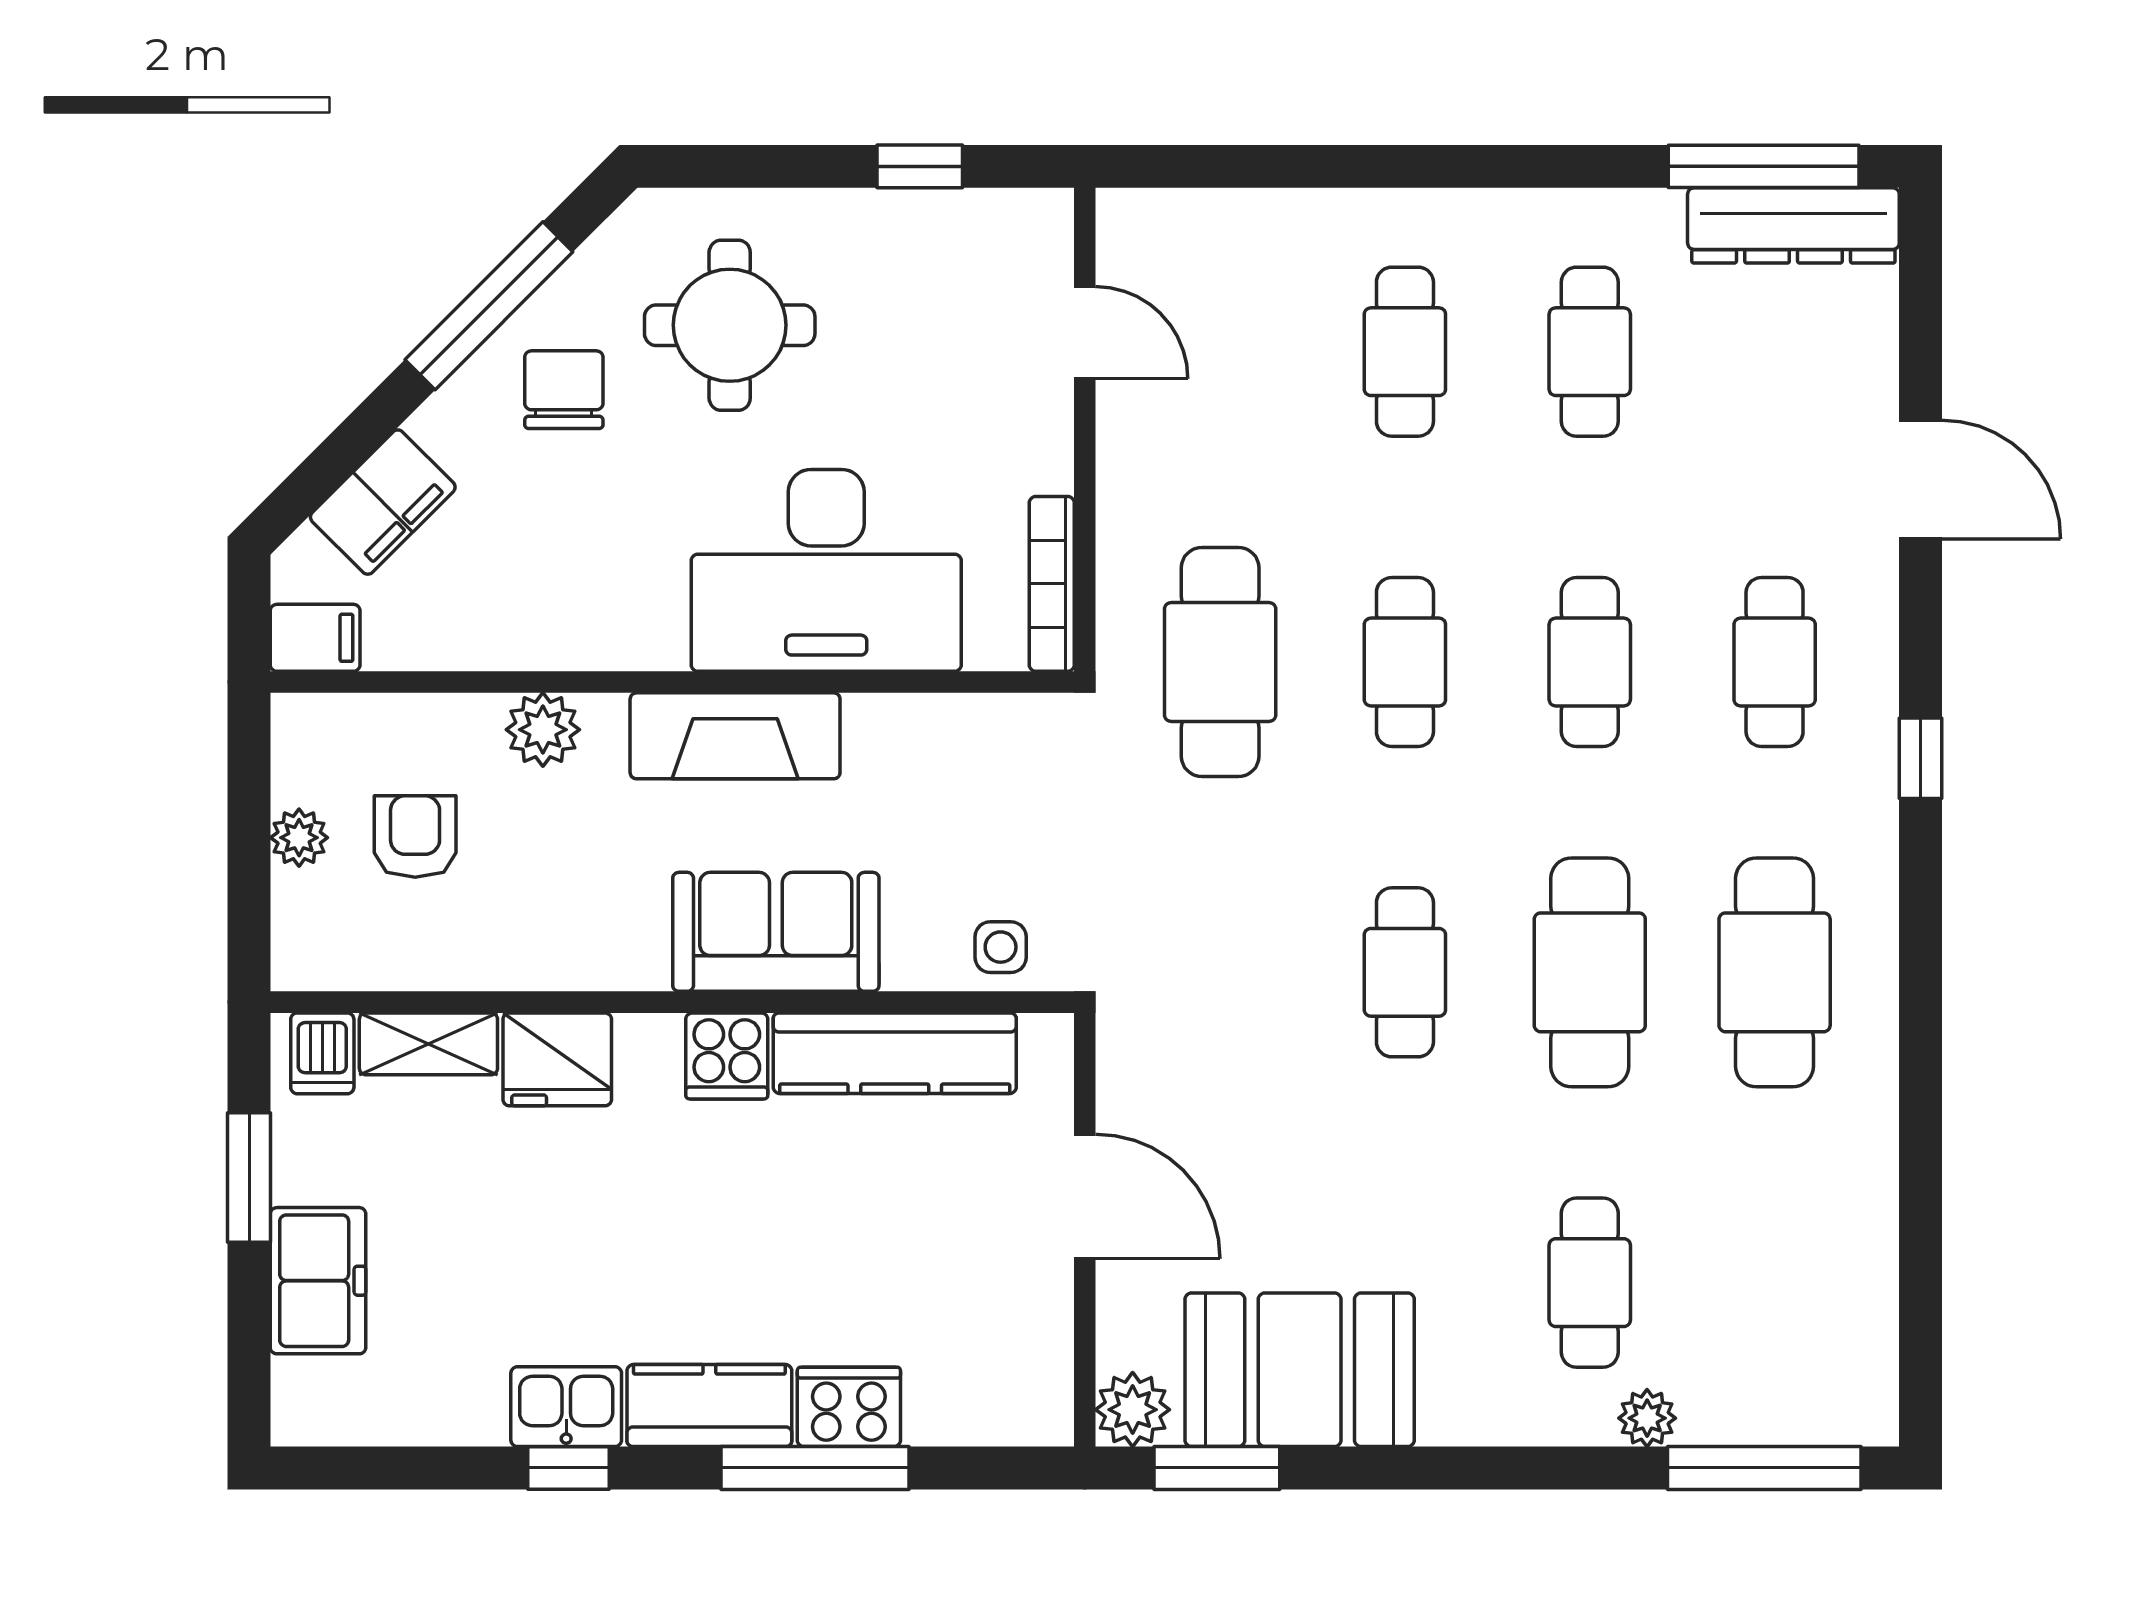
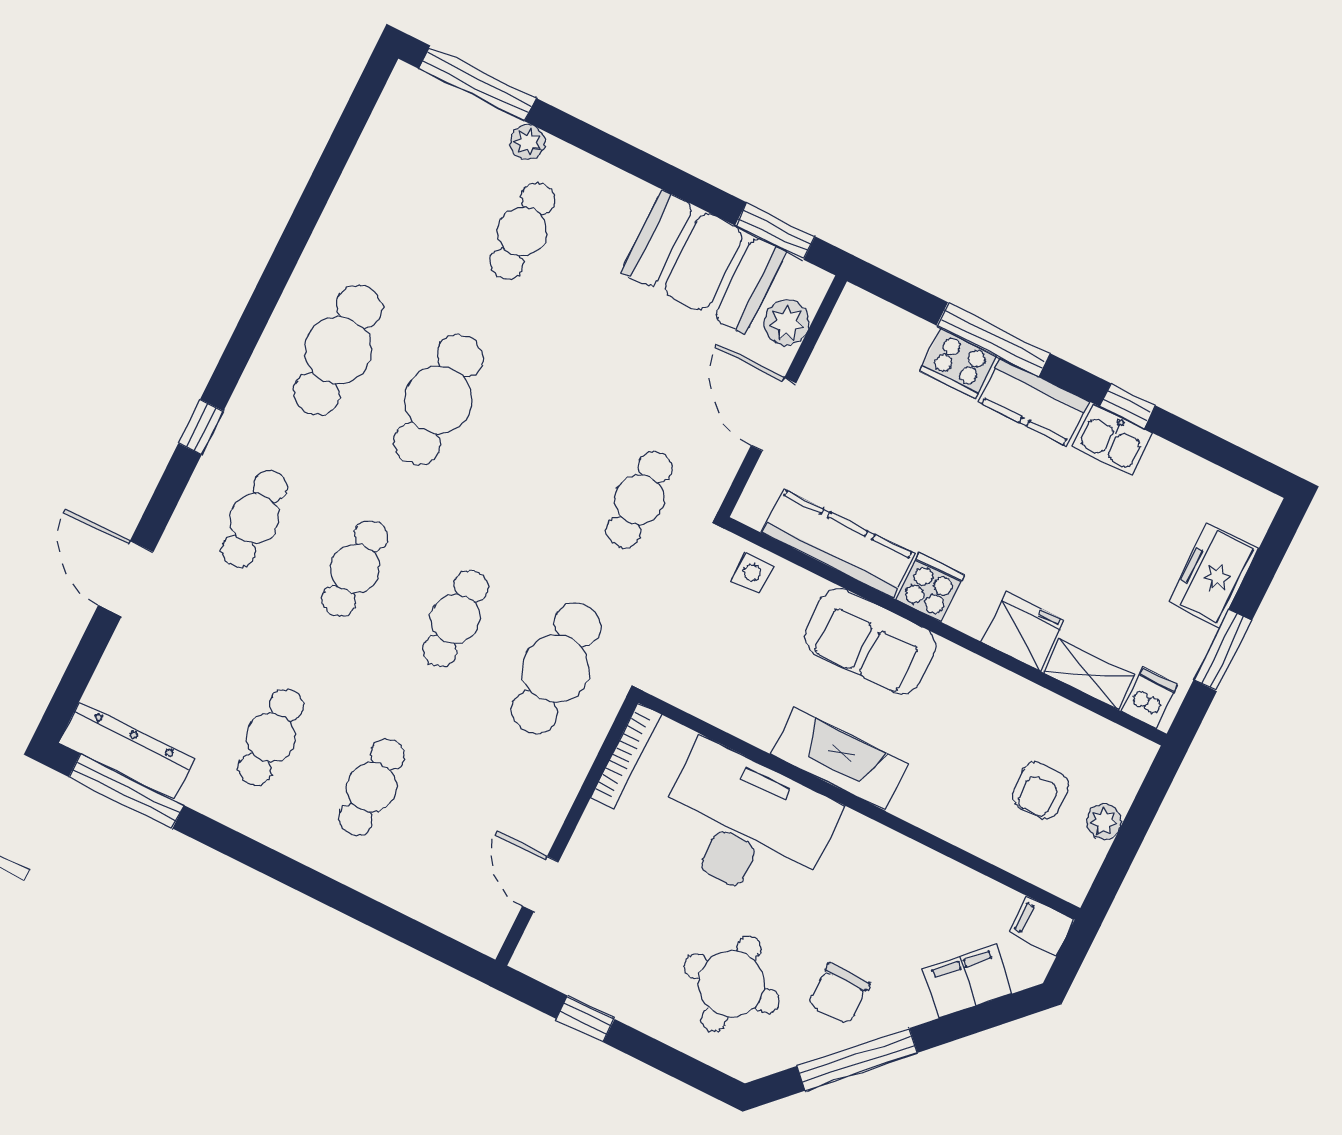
plant: (543, 730) -> (942, 814), removed
cafe table: (1405, 972) -> (639, 500), moved
plant: (1133, 1410) -> (787, 322), moved

